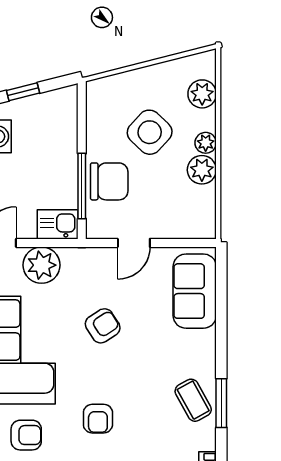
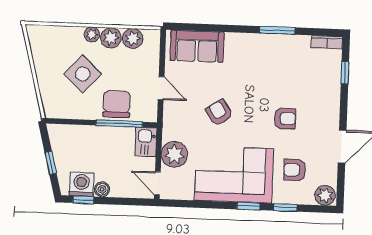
plant: (202, 94) -> (133, 38), moved
coffee table: (193, 400) -> (275, 50), removed
armchair: (26, 435) -> (295, 170), turned -90

